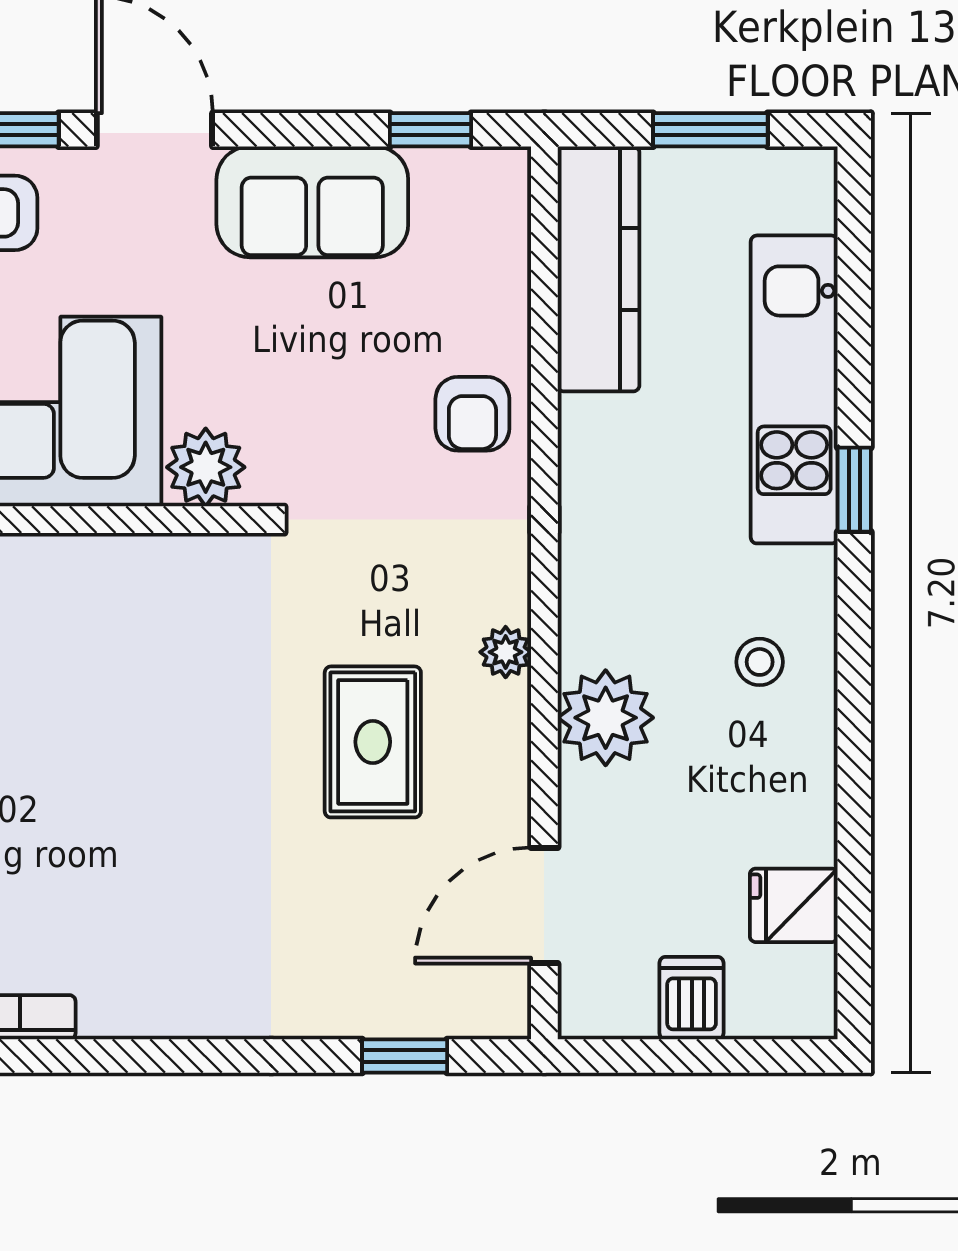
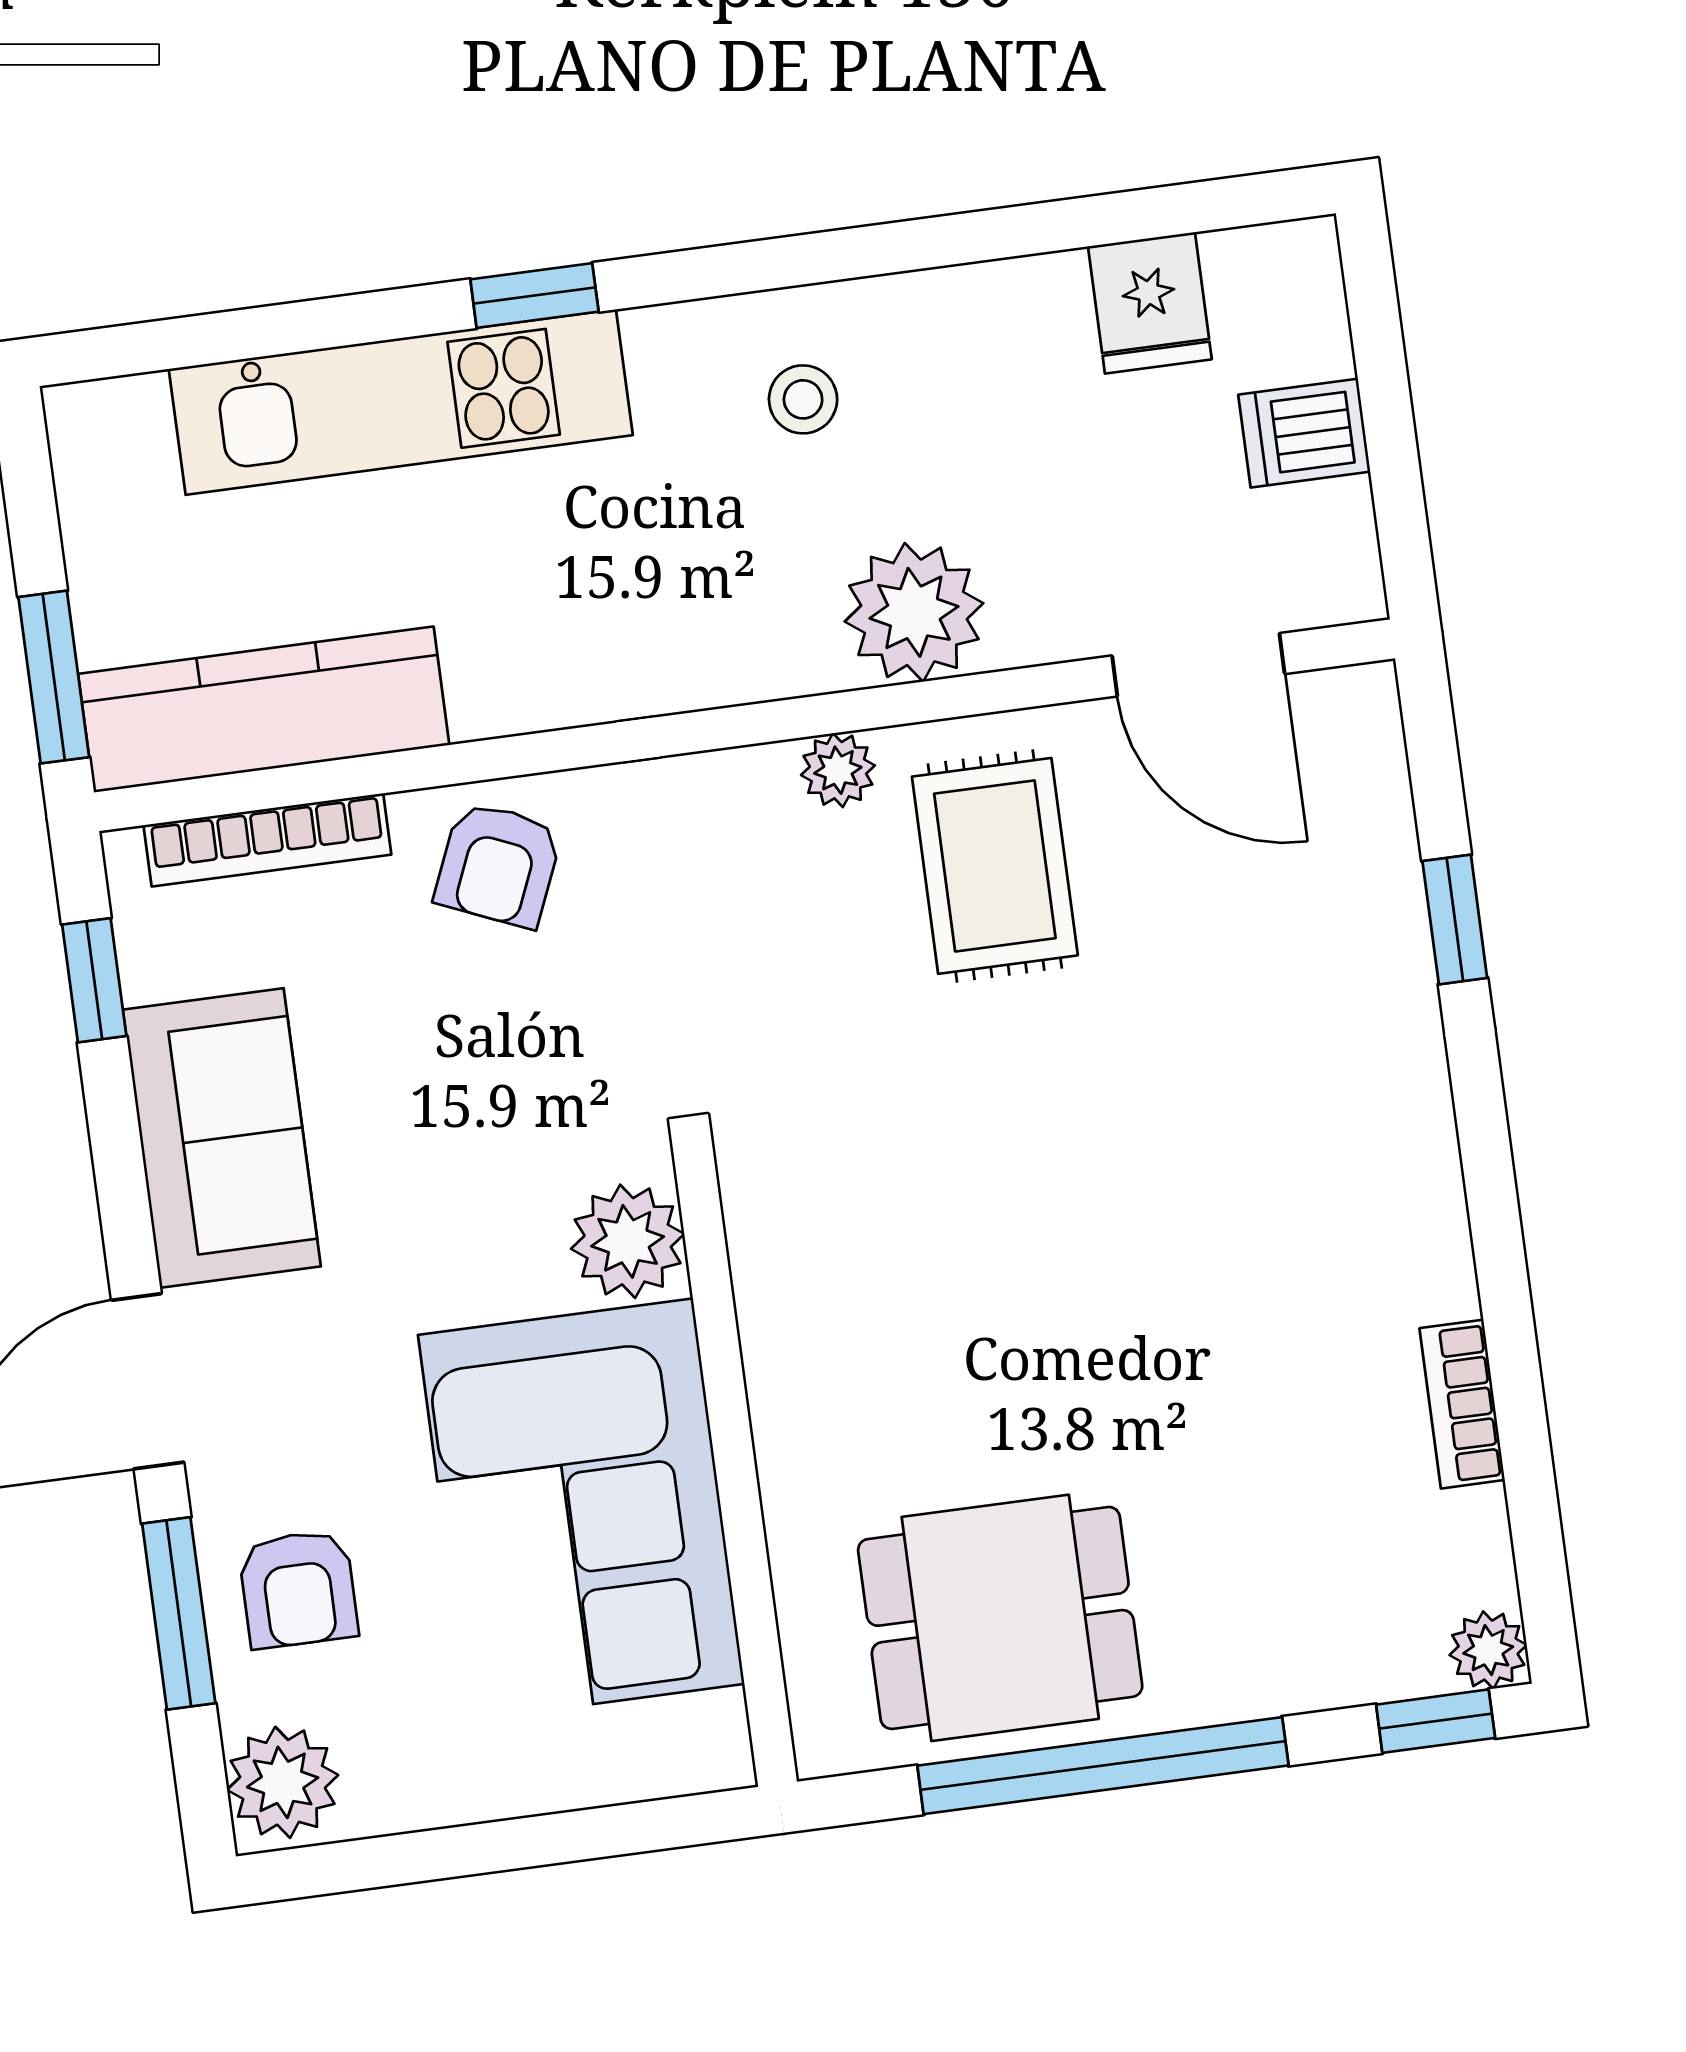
window: (710, 130) -> (54, 677), moved
bookcase: (510, 260) -> (267, 840), added
armchair: (472, 414) -> (498, 865), turned 113
rug: (373, 742) -> (995, 866), moved, turned 90
window: (405, 1056) -> (1455, 920), moved

